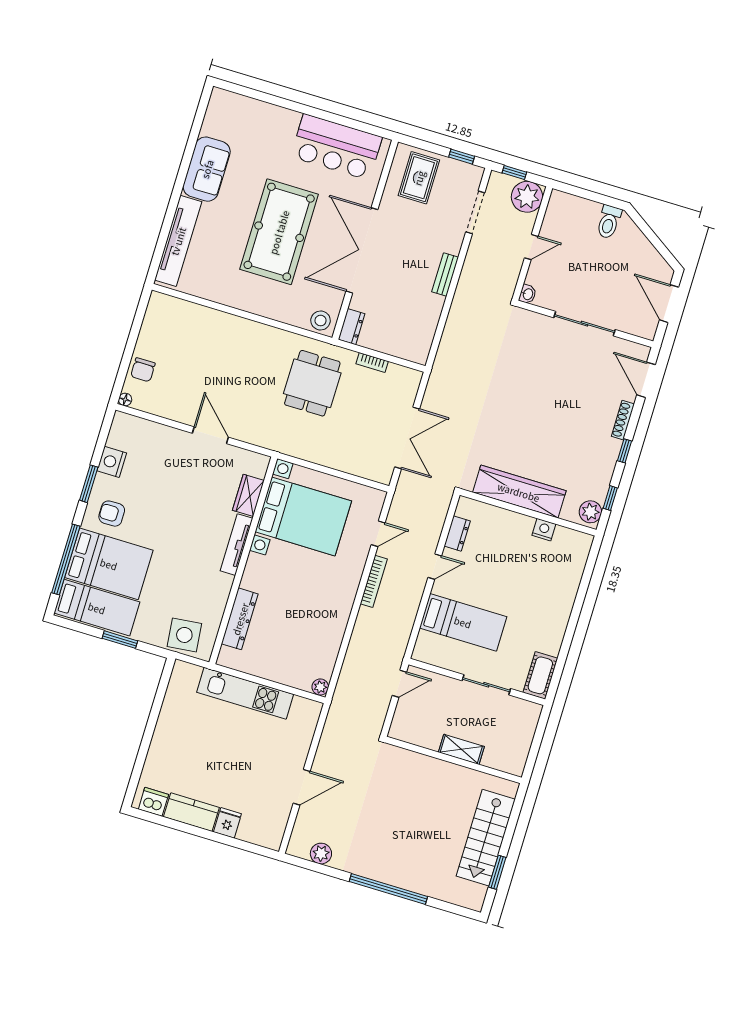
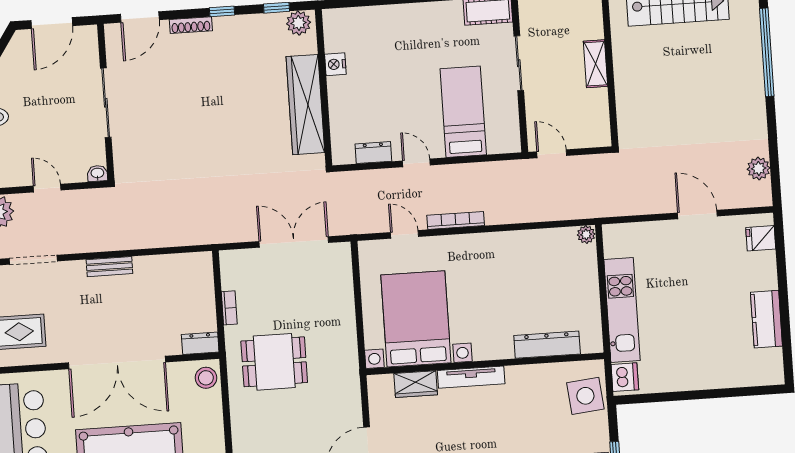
dishwasher: (153, 802) -> (625, 377), moved, turned 180
fridge: (227, 823) -> (761, 238), moved
window: (388, 889) -> (767, 52), moved

